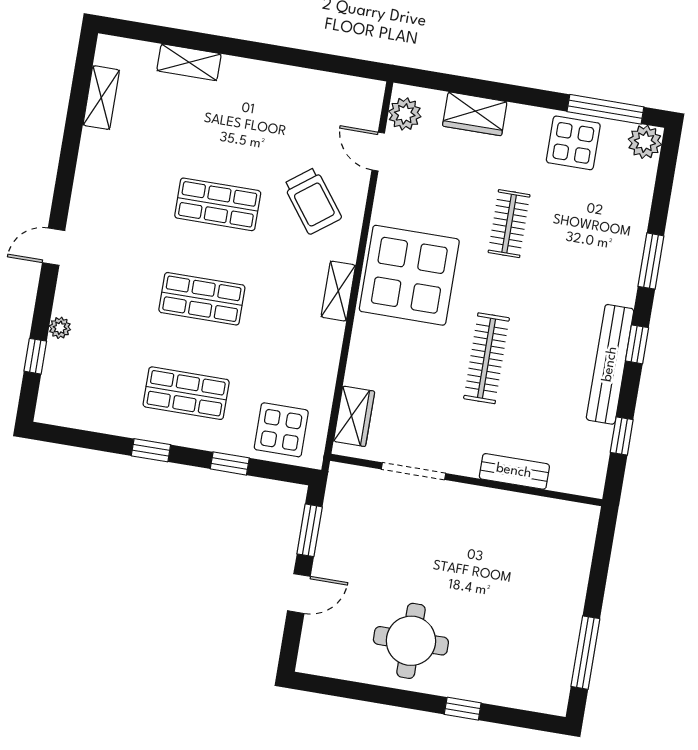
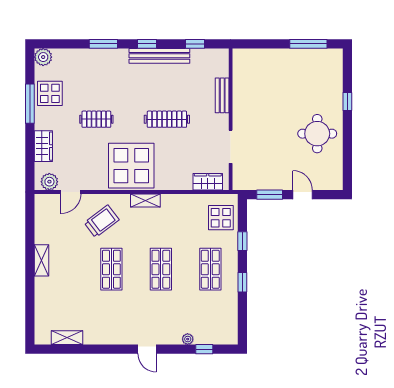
shelving: (189, 62) -> (42, 260), moved
window: (605, 109) -> (30, 104), moved

